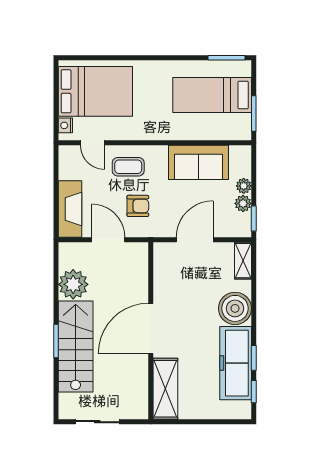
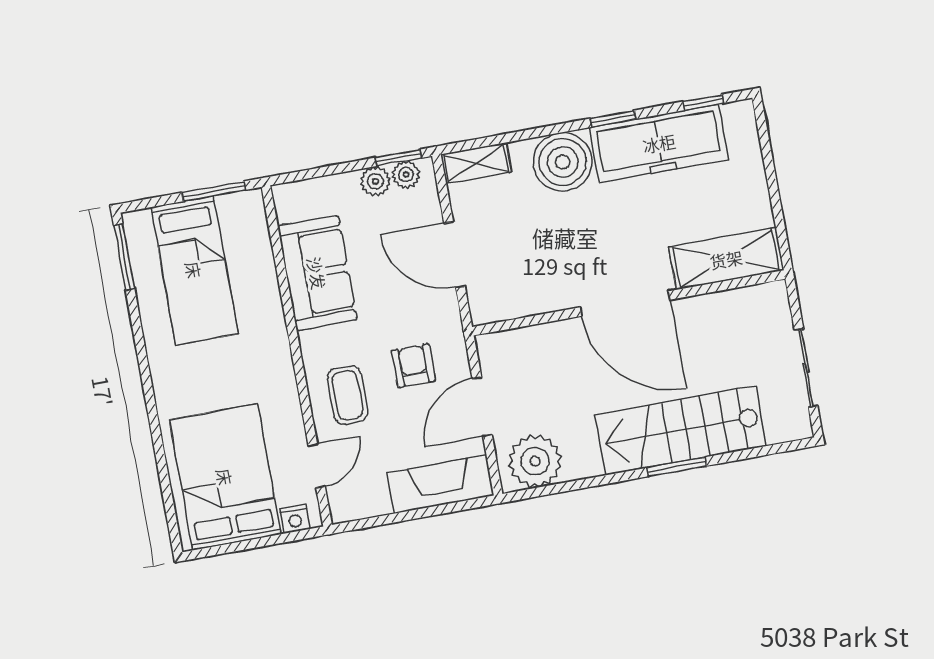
plant: (244, 186) -> (406, 175), moved
plant: (73, 284) -> (535, 461), moved
window: (254, 358) -> (613, 119), moved

